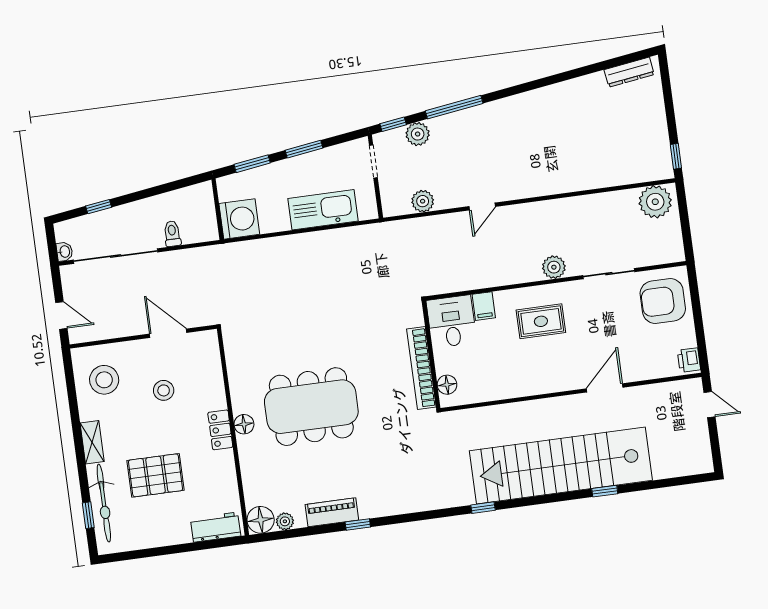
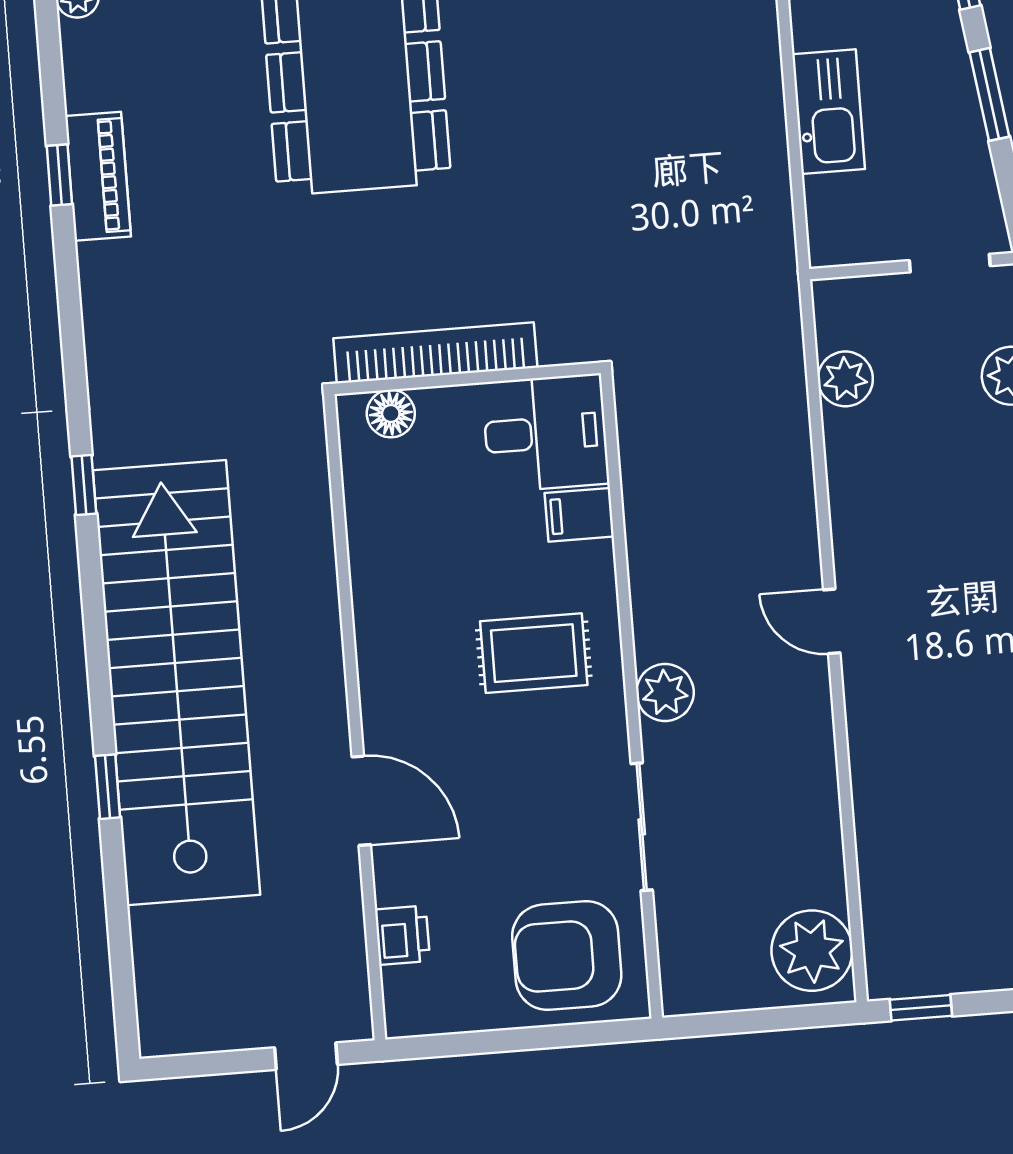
door: (482, 206) -> (832, 621), moved
kitchen sink: (323, 210) -> (829, 112), width x0.73, depth x0.81
armchair: (663, 301) -> (567, 956), turned -90
rug: (541, 321) -> (534, 653), turned 90
printer: (689, 360) -> (402, 935), moved, turned 90
piano: (332, 512) -> (98, 176), moved

